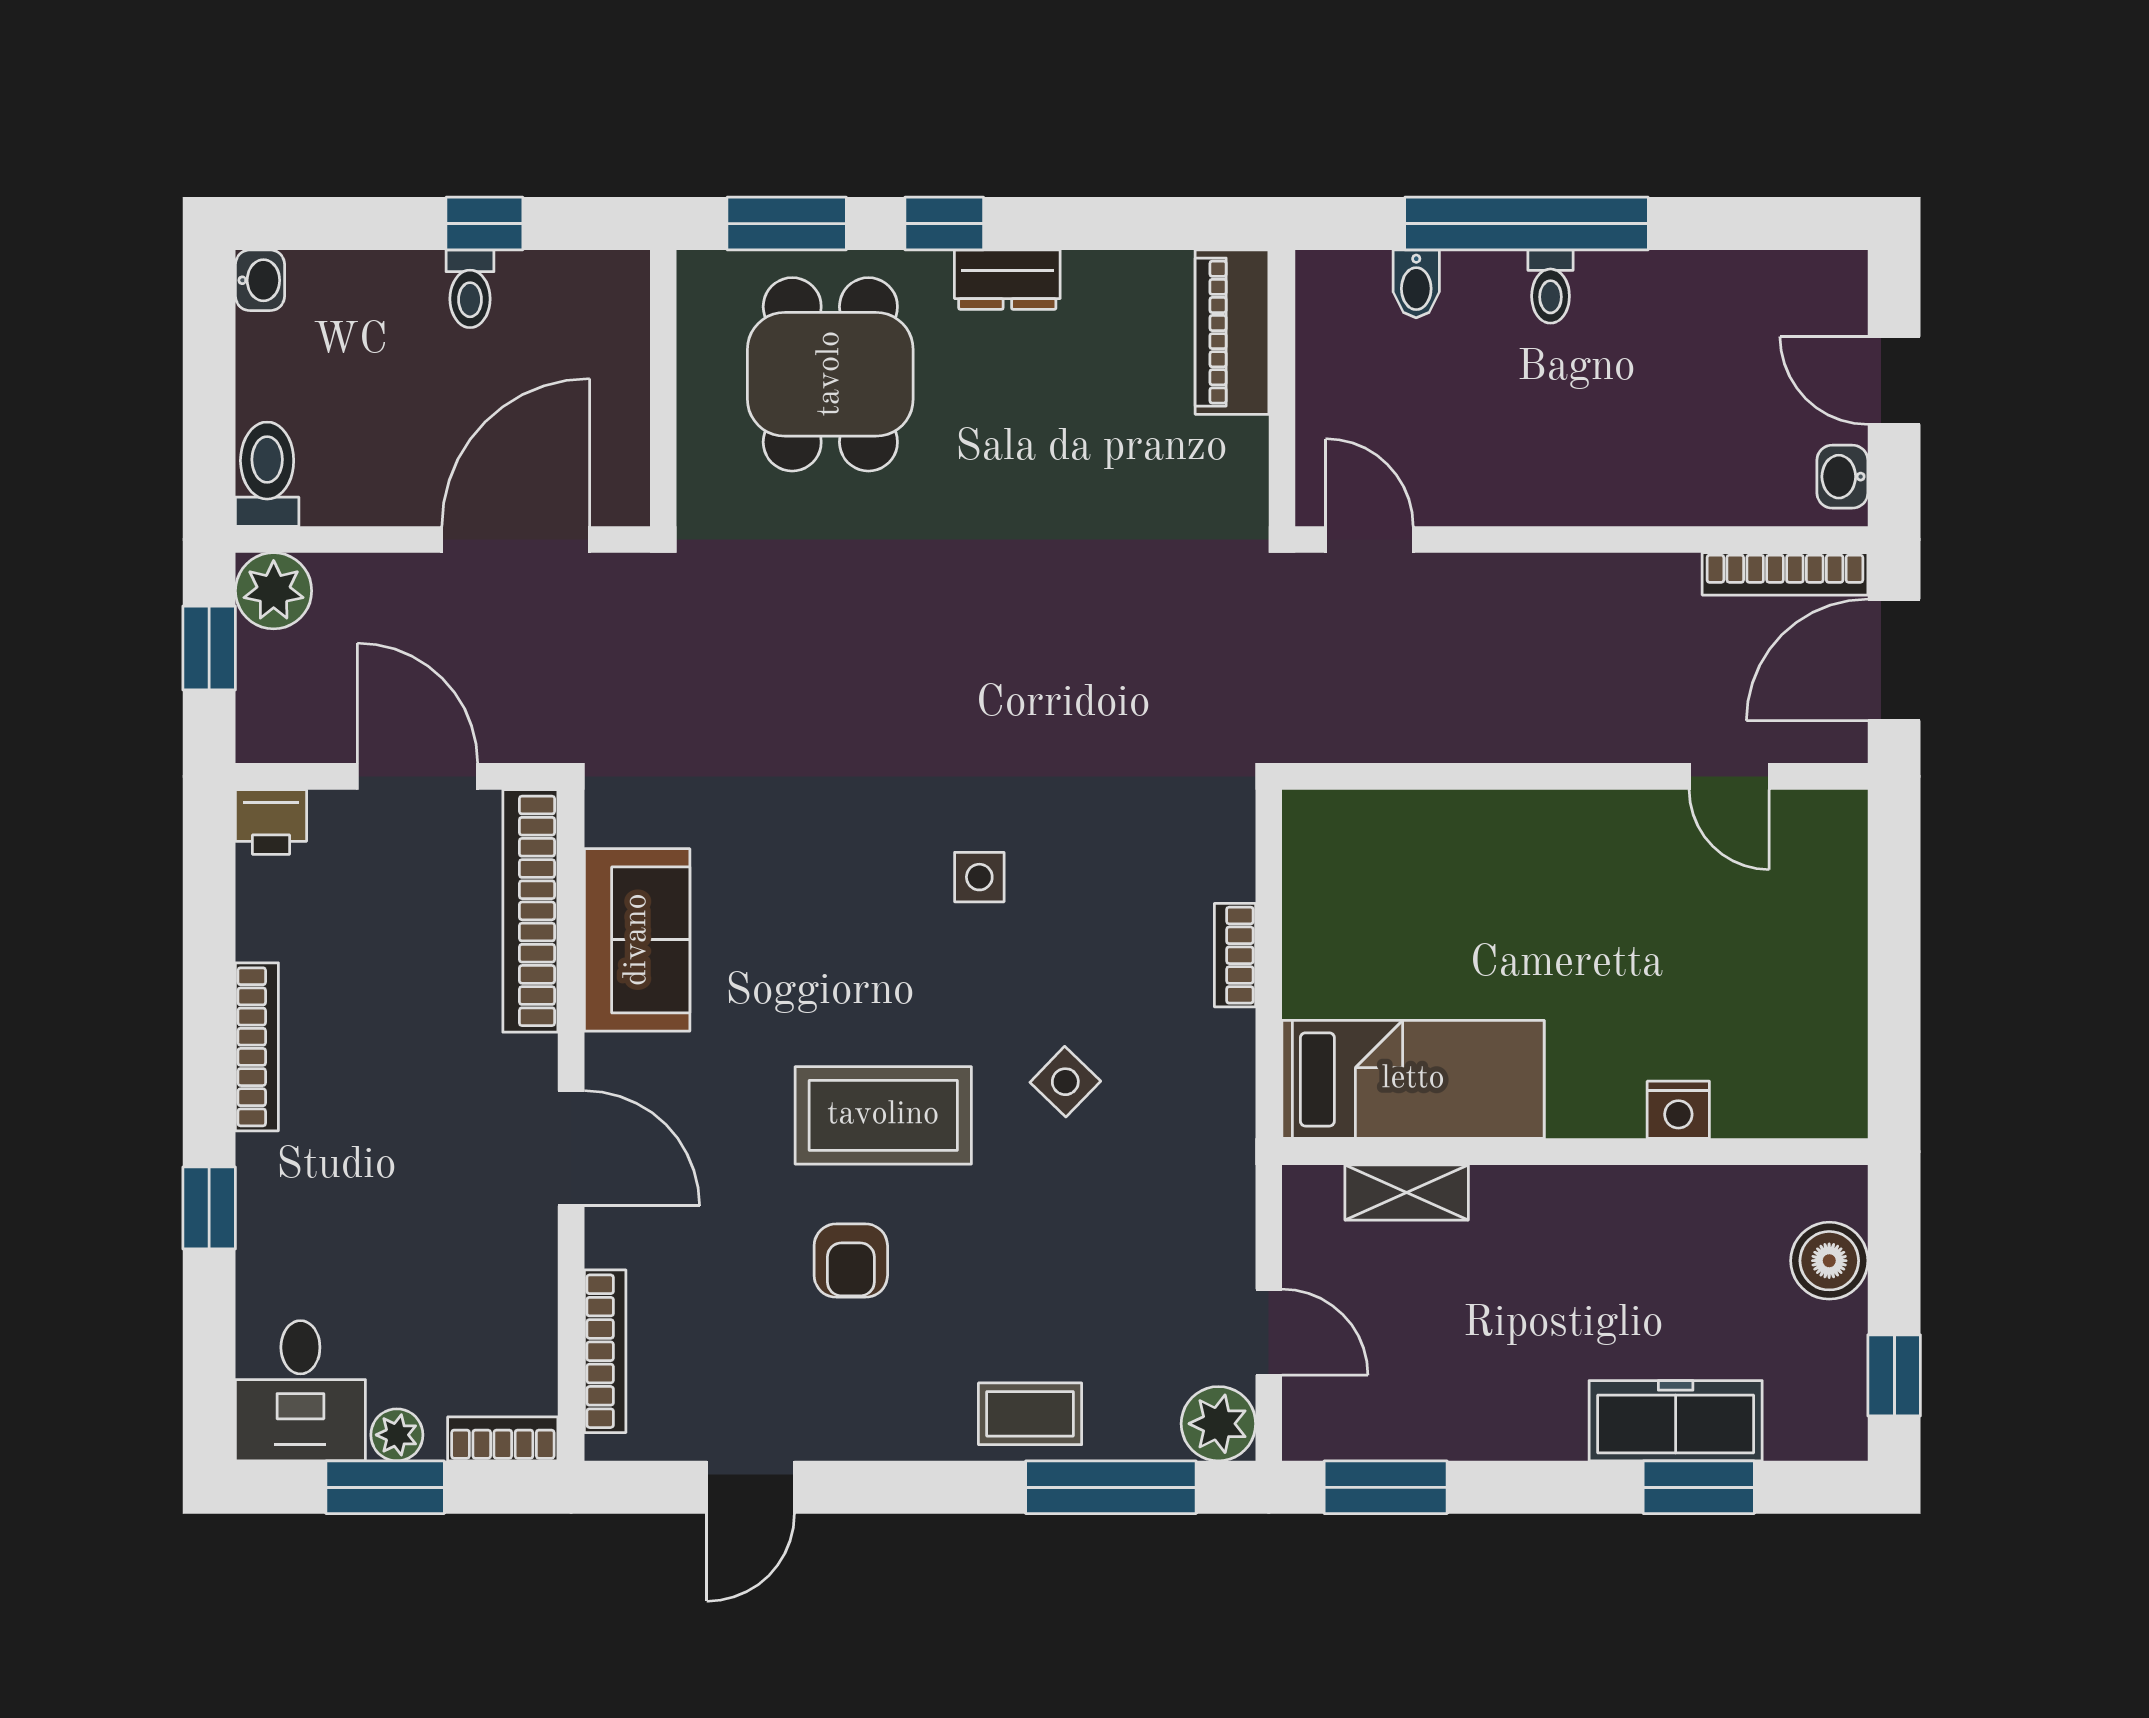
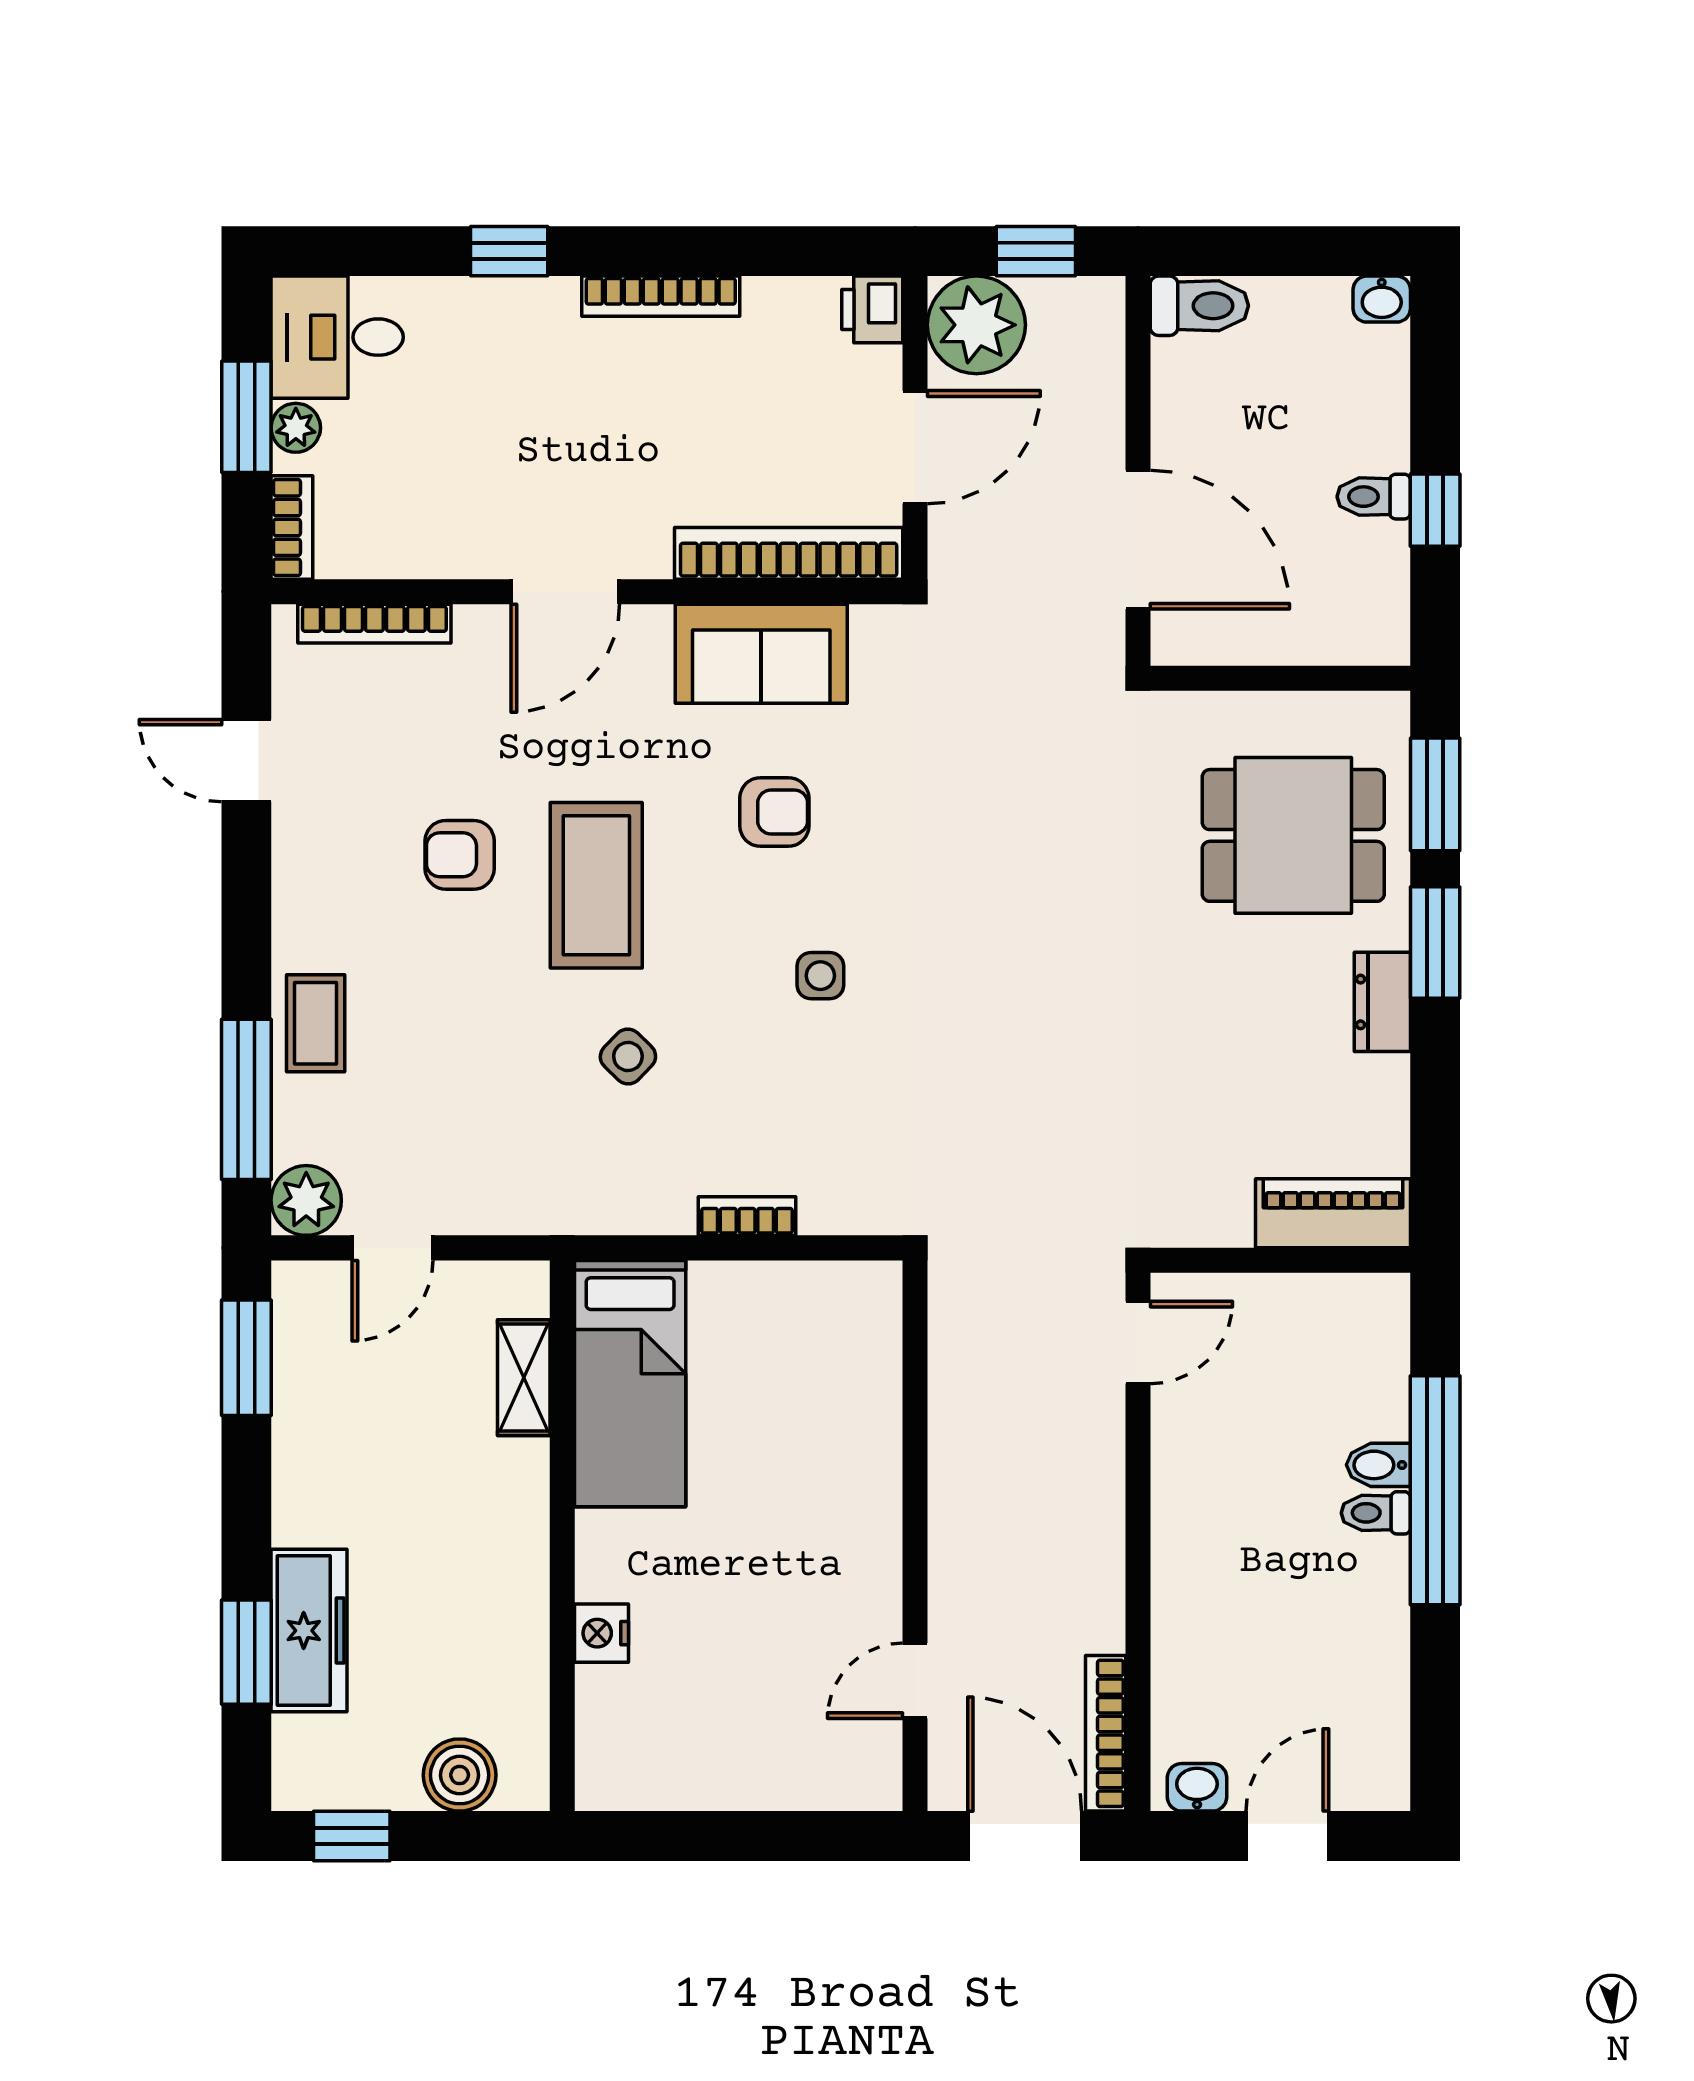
window: (944, 224) -> (1435, 943), width x1.50
bidet: (1416, 284) -> (1378, 1465), moved
plant: (274, 591) -> (976, 325), moved, width x1.36, depth x1.36
armchair: (805, 926) -> (774, 812), added

